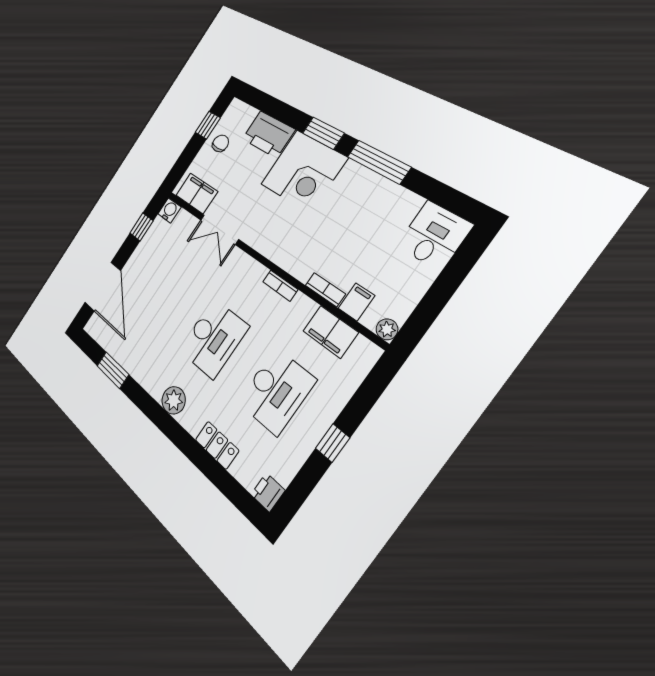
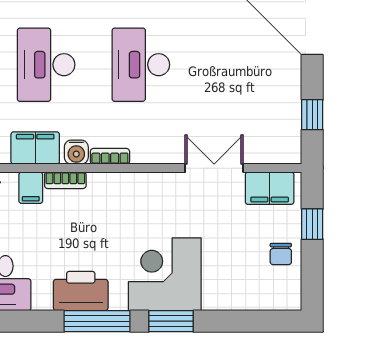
window: (208, 125) -> (312, 224), moved
printer: (268, 134) -> (81, 291), moved
water cooler: (169, 210) -> (76, 152), moved

